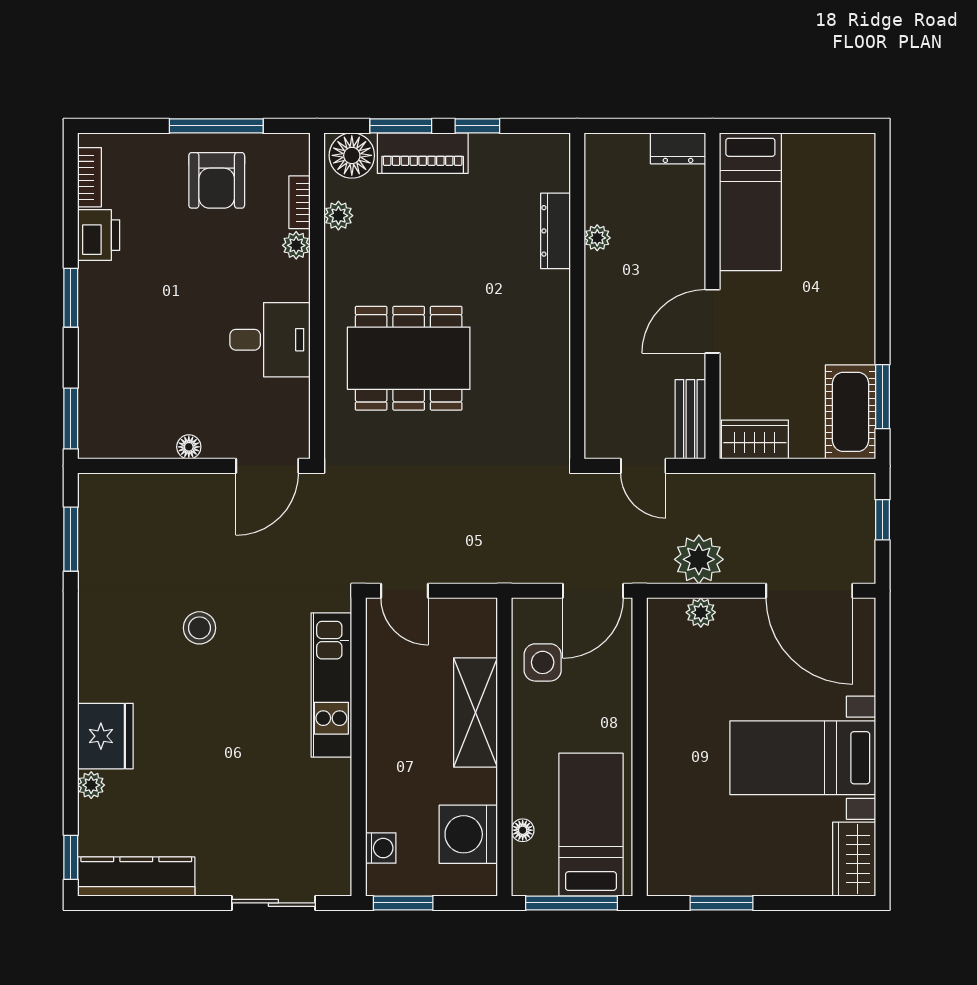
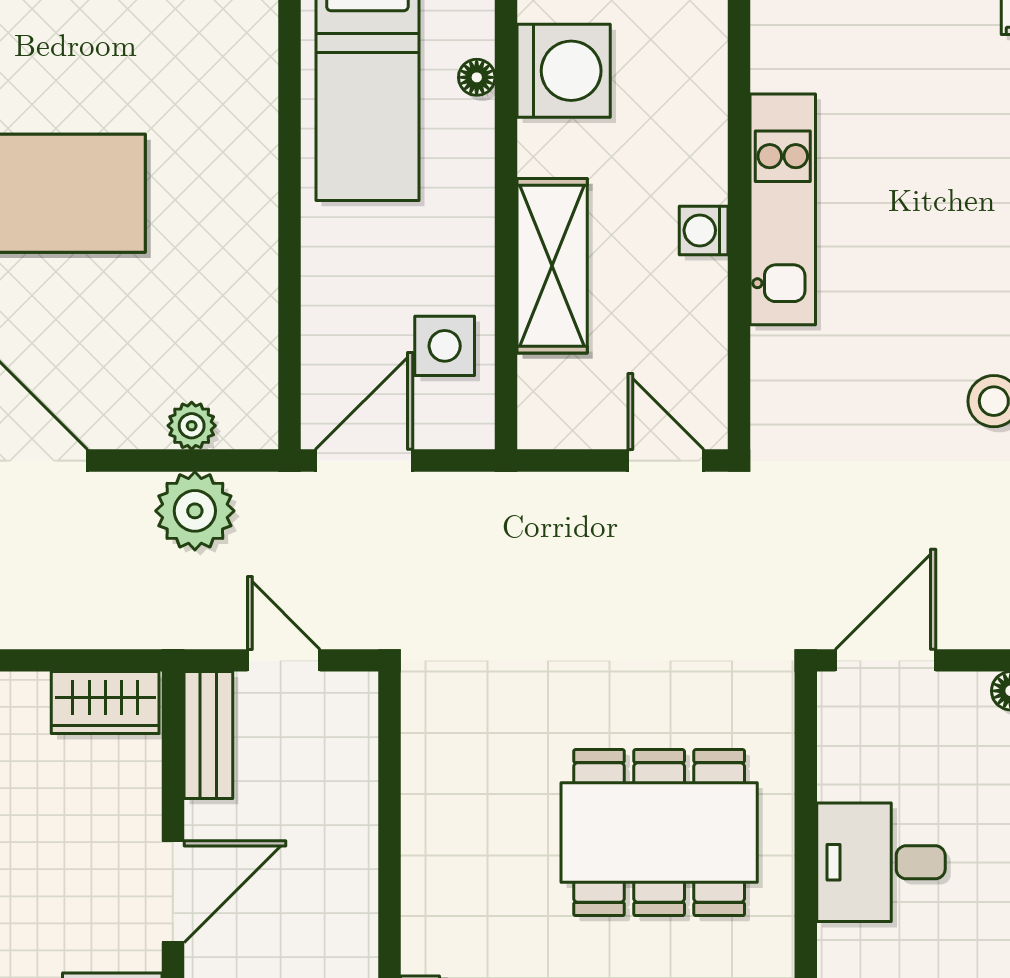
kitchen unit: (331, 685) -> (783, 209), moved
washing machine: (381, 848) -> (704, 230), moved

